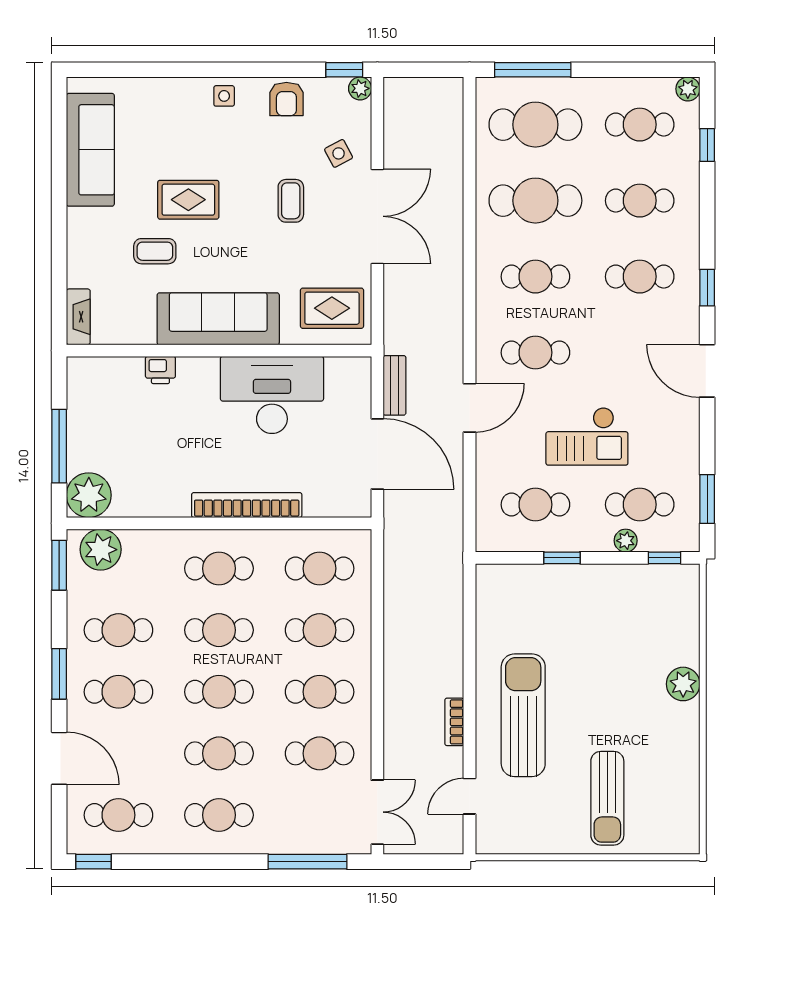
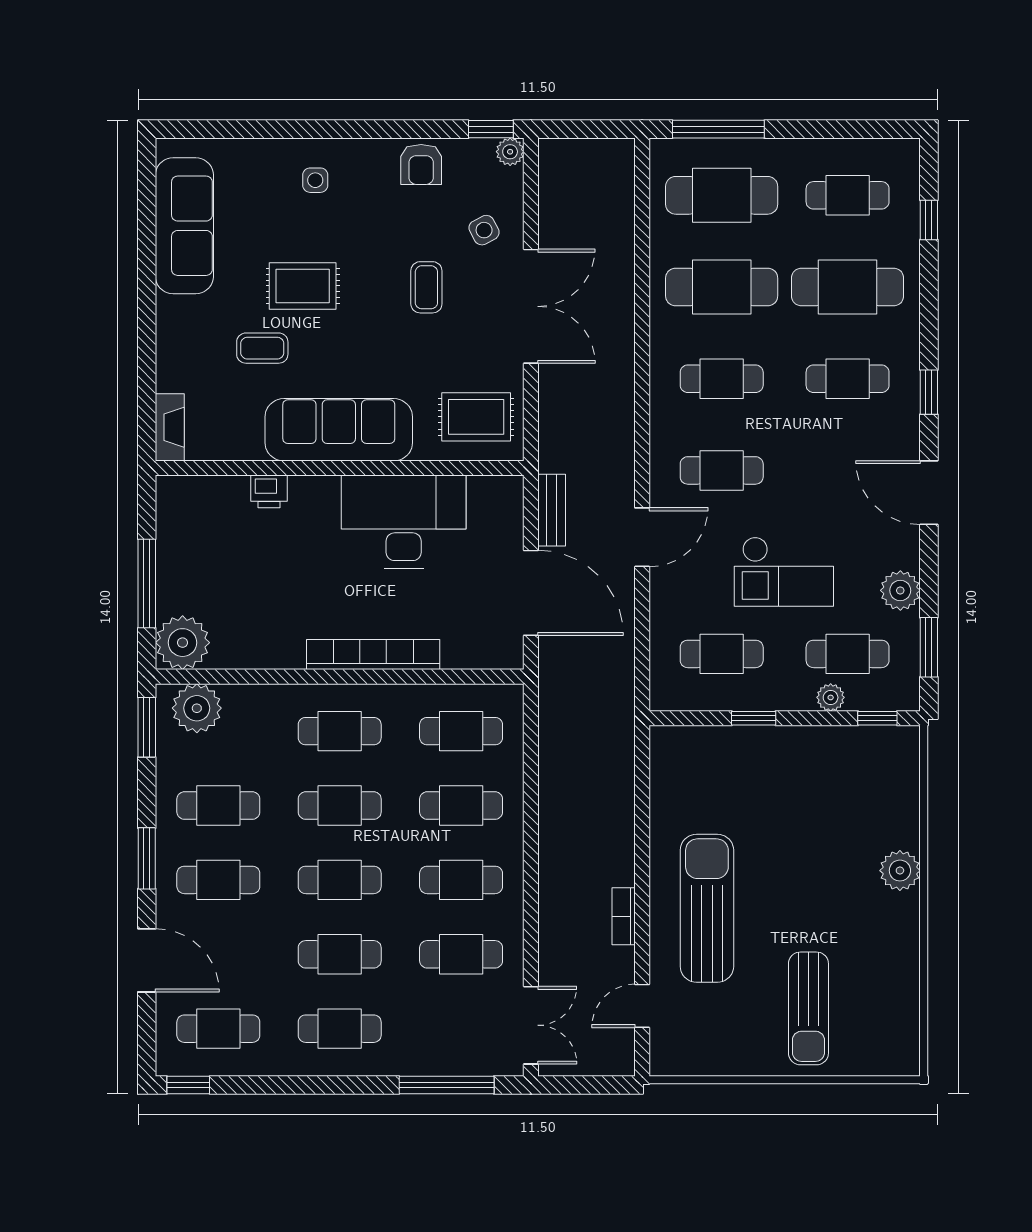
plant: (688, 89) -> (900, 590), moved, width x1.38, depth x1.38
side table: (224, 96) -> (315, 180), moved
cafe table: (640, 201) -> (848, 287), width x1.37, depth x1.35

